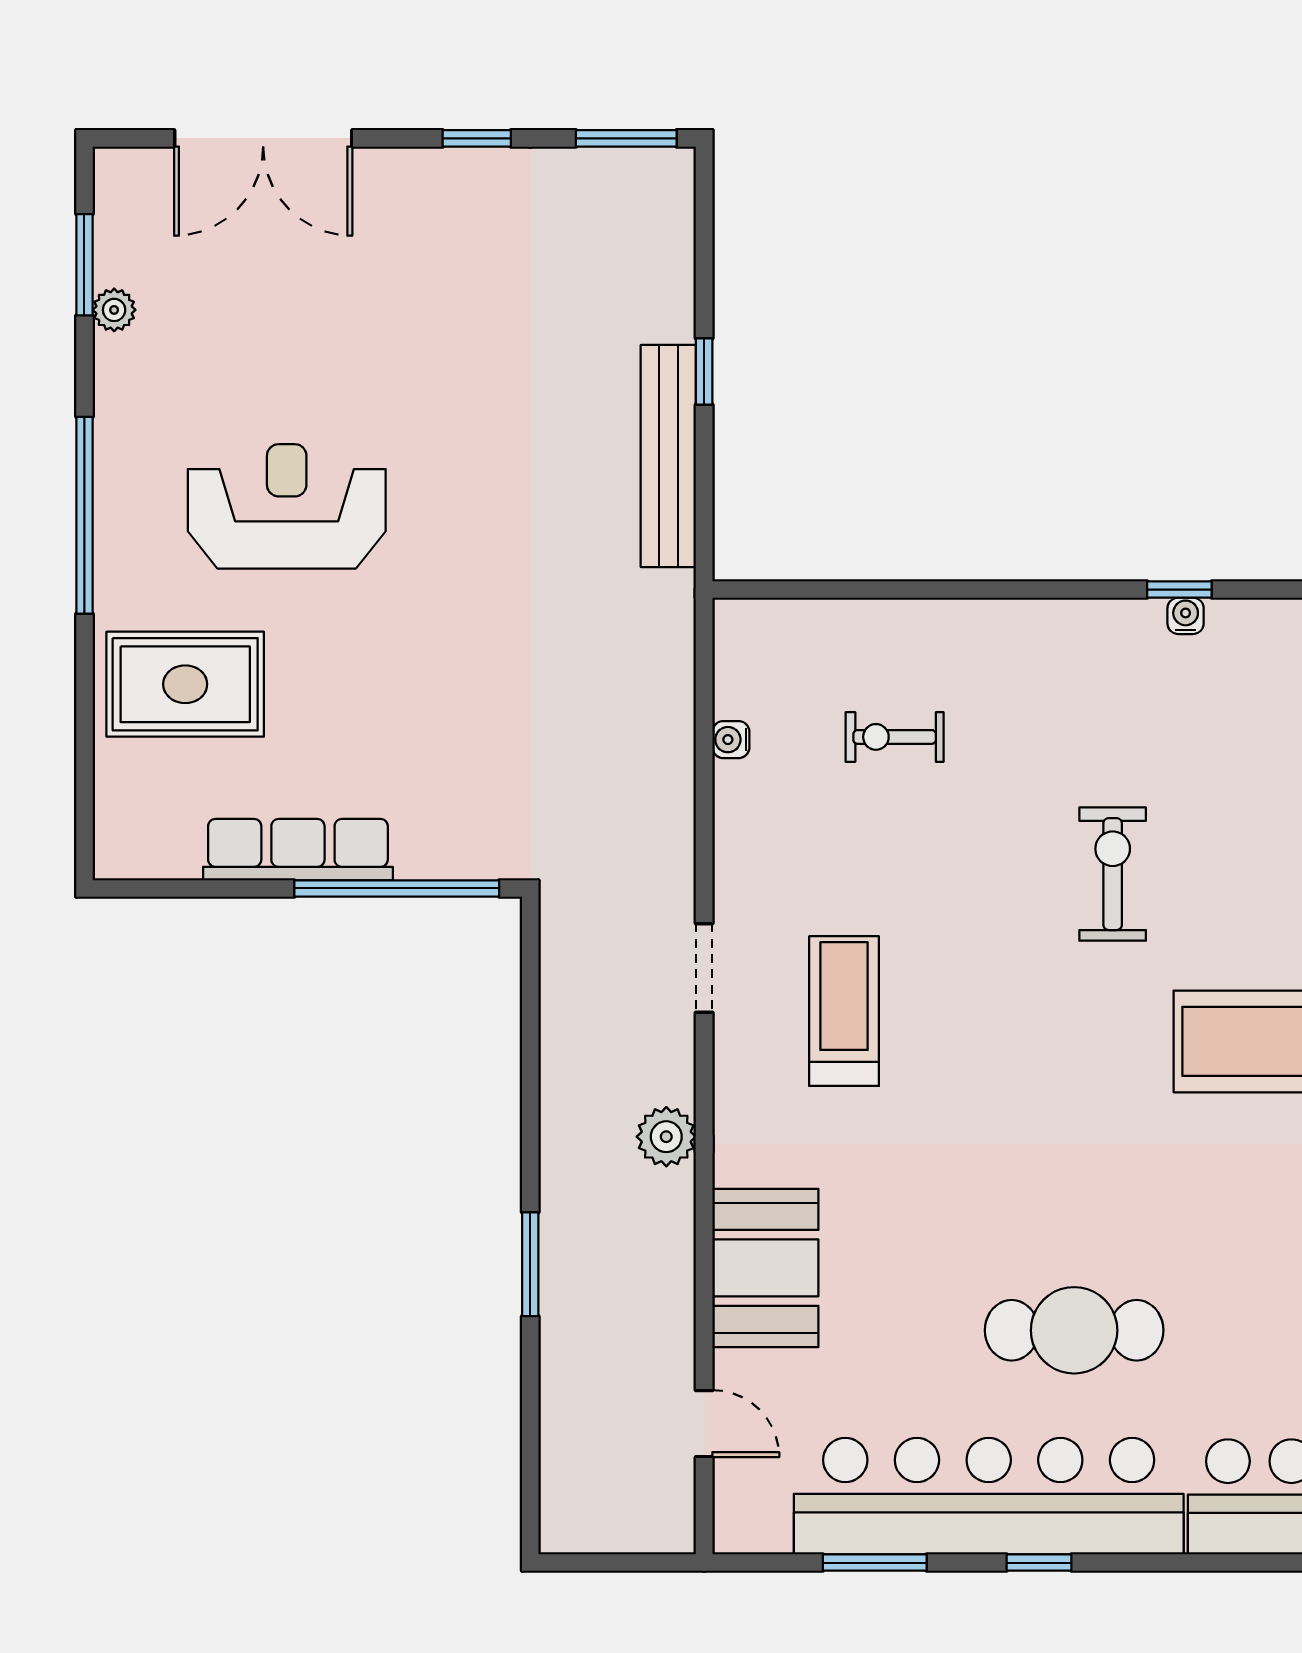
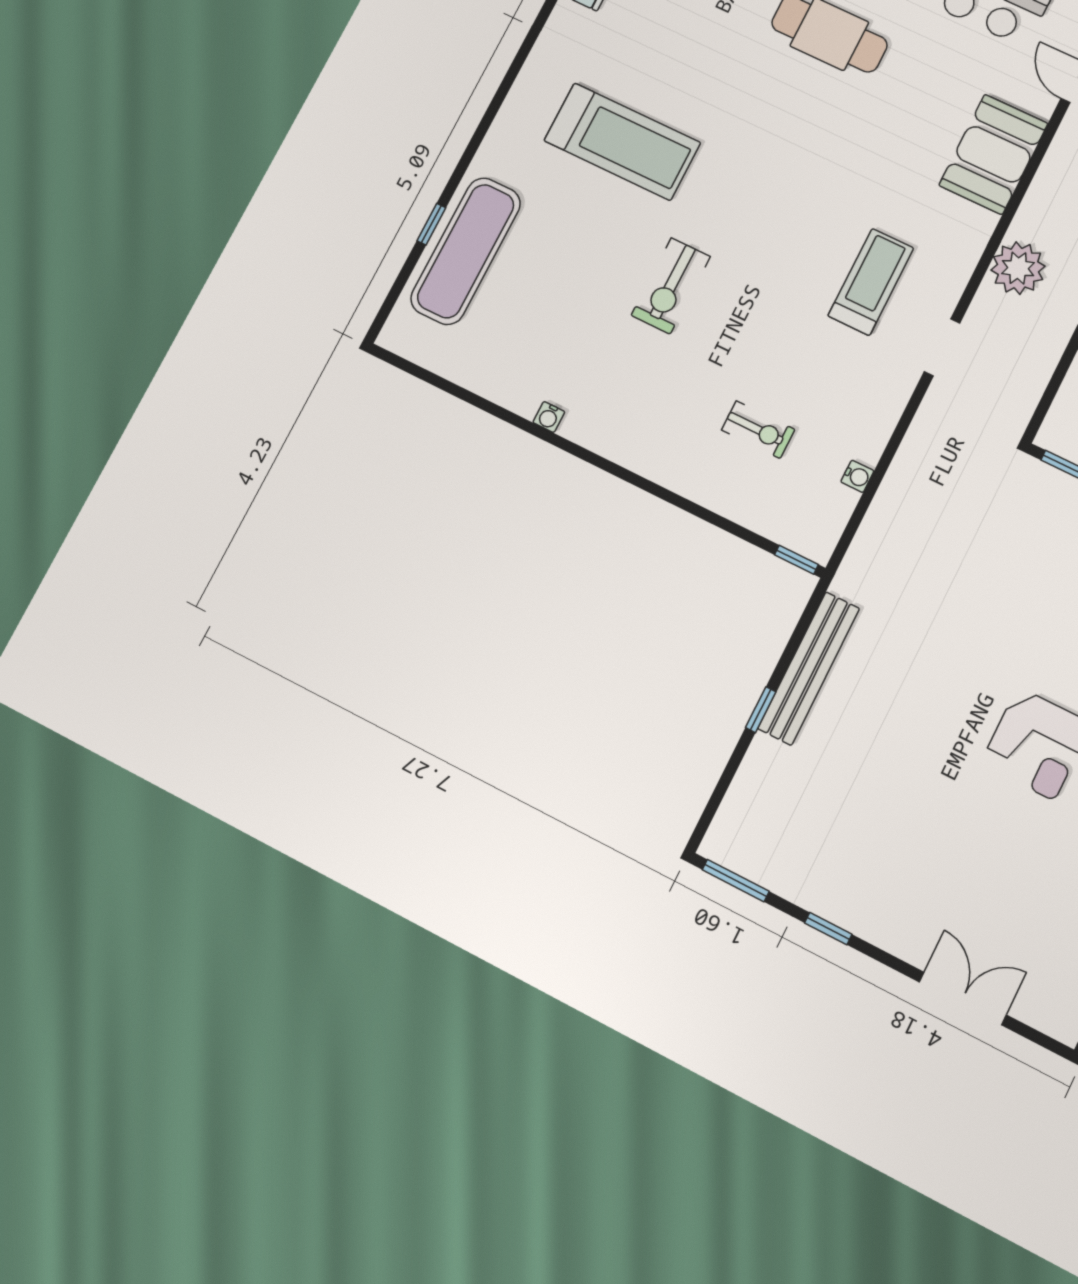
double door: (263, 138) -> (963, 998), width x0.73
window: (1179, 590) -> (796, 560), moved
treadmill: (844, 1011) -> (871, 282), turned 180
plant: (666, 1137) -> (1018, 268), width x1.36, depth x1.36

